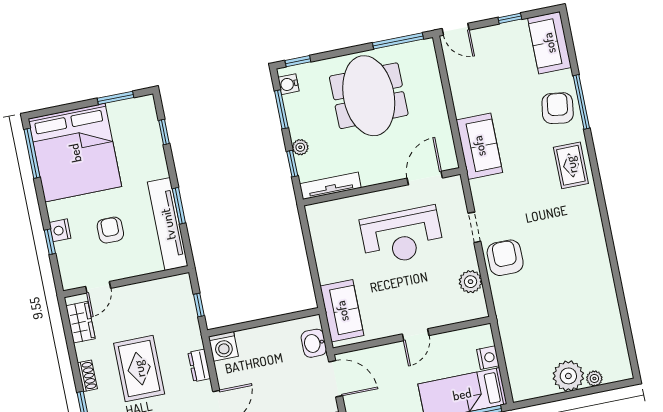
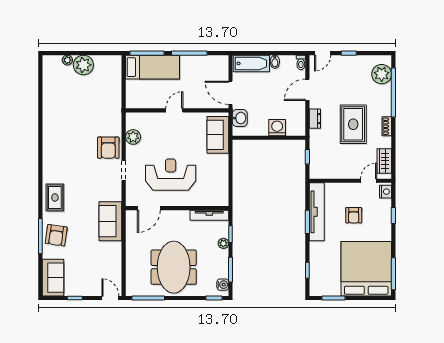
nightstand: (60, 230) -> (385, 192), moved
washing machine: (223, 346) -> (277, 128), moved
nightstand: (488, 358) -> (132, 87), removed

